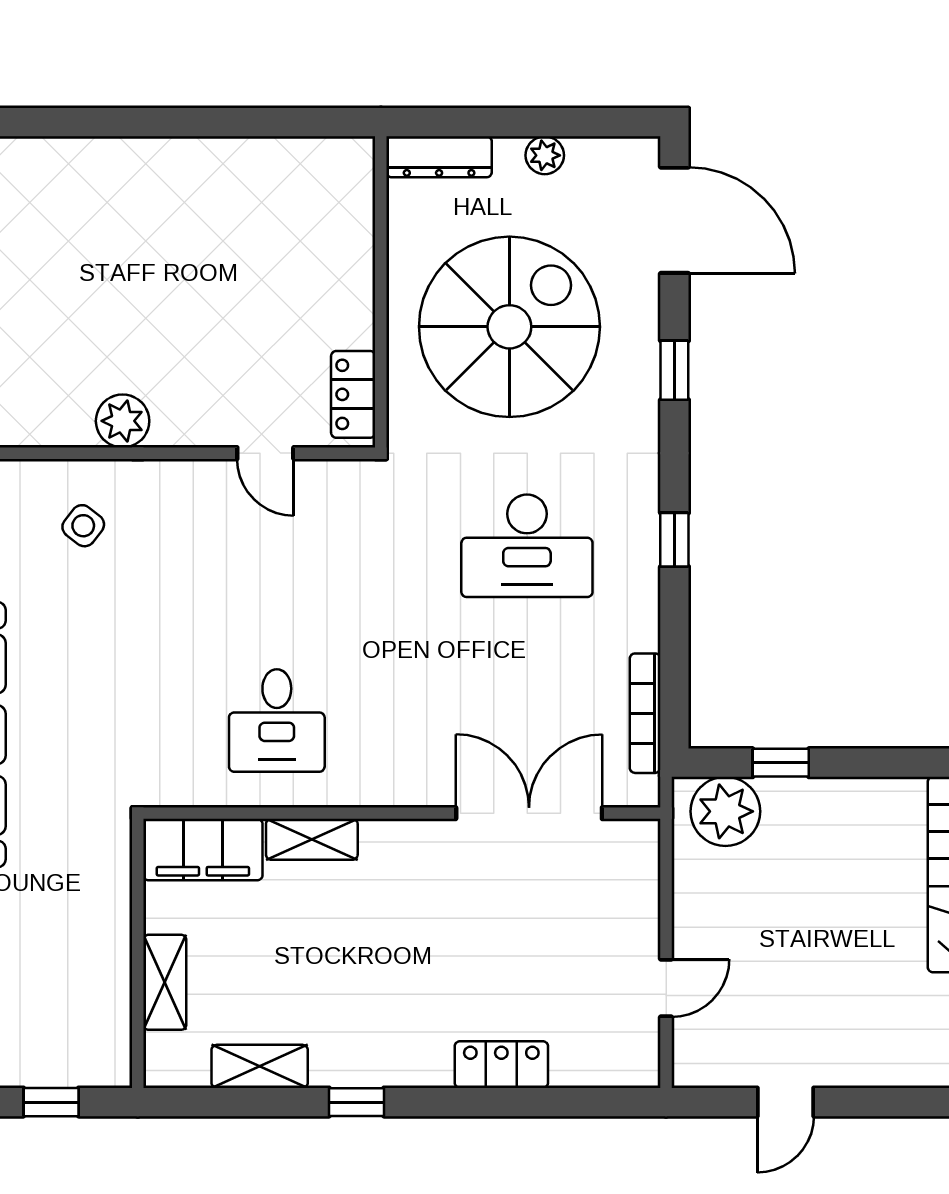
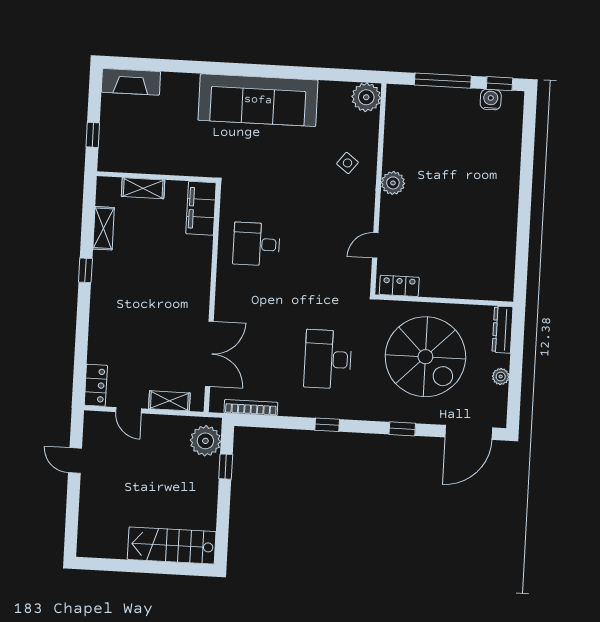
shelving: (312, 839) -> (169, 401), moved, turned 90
locker: (501, 1065) -> (96, 385), moved

